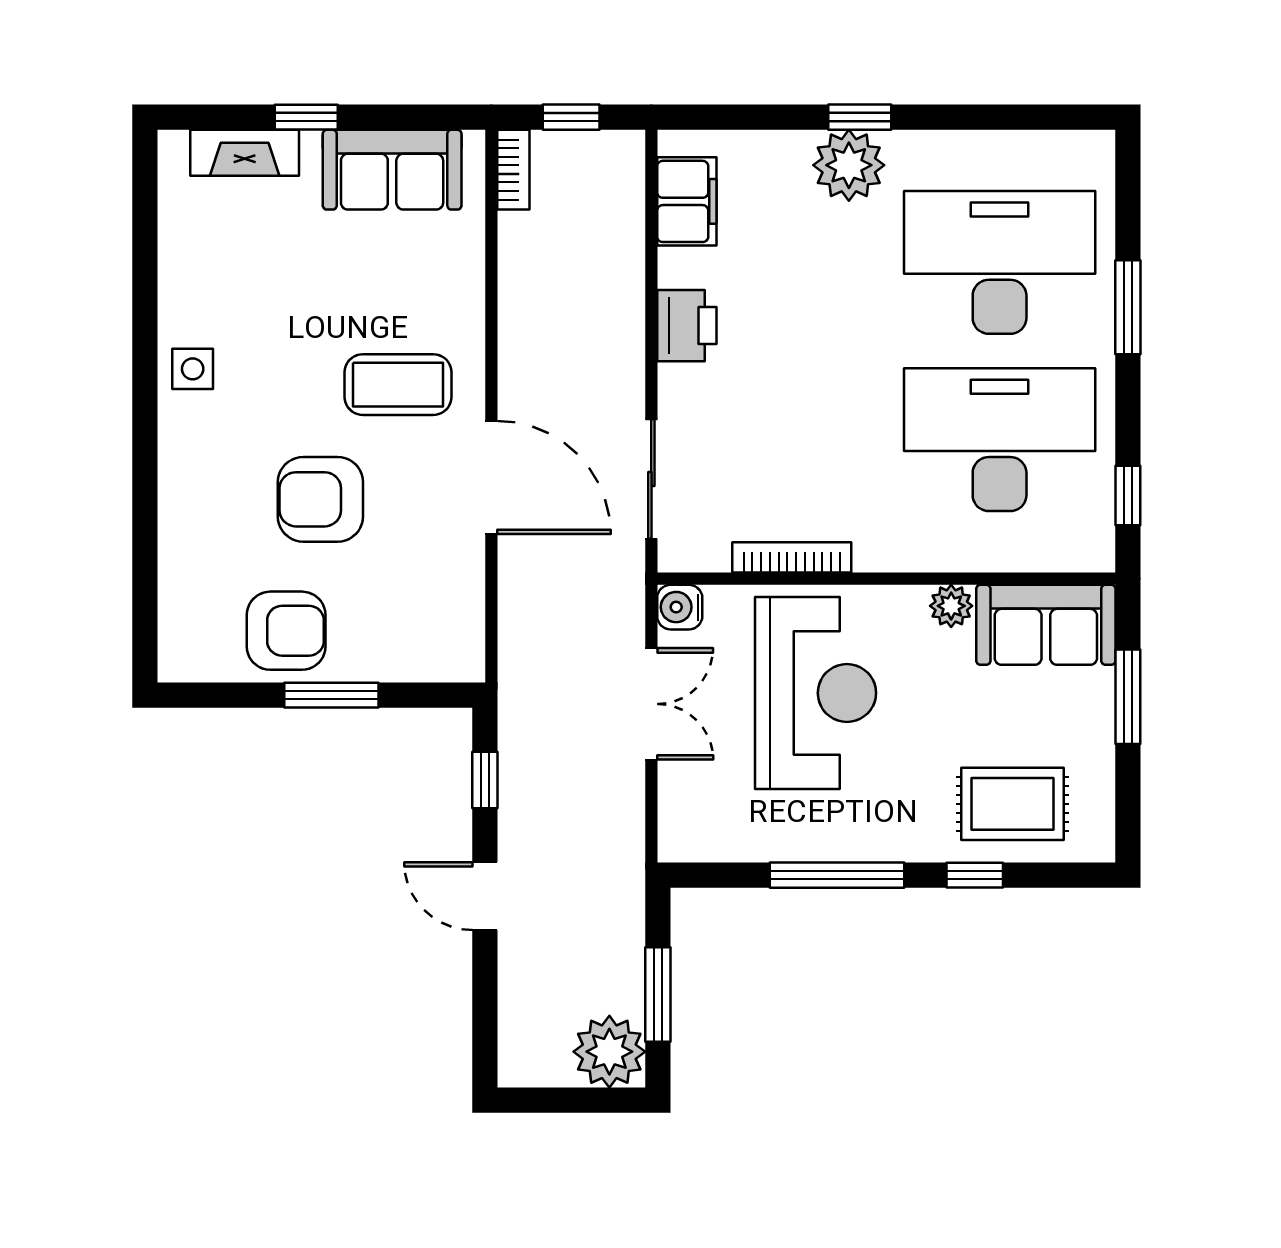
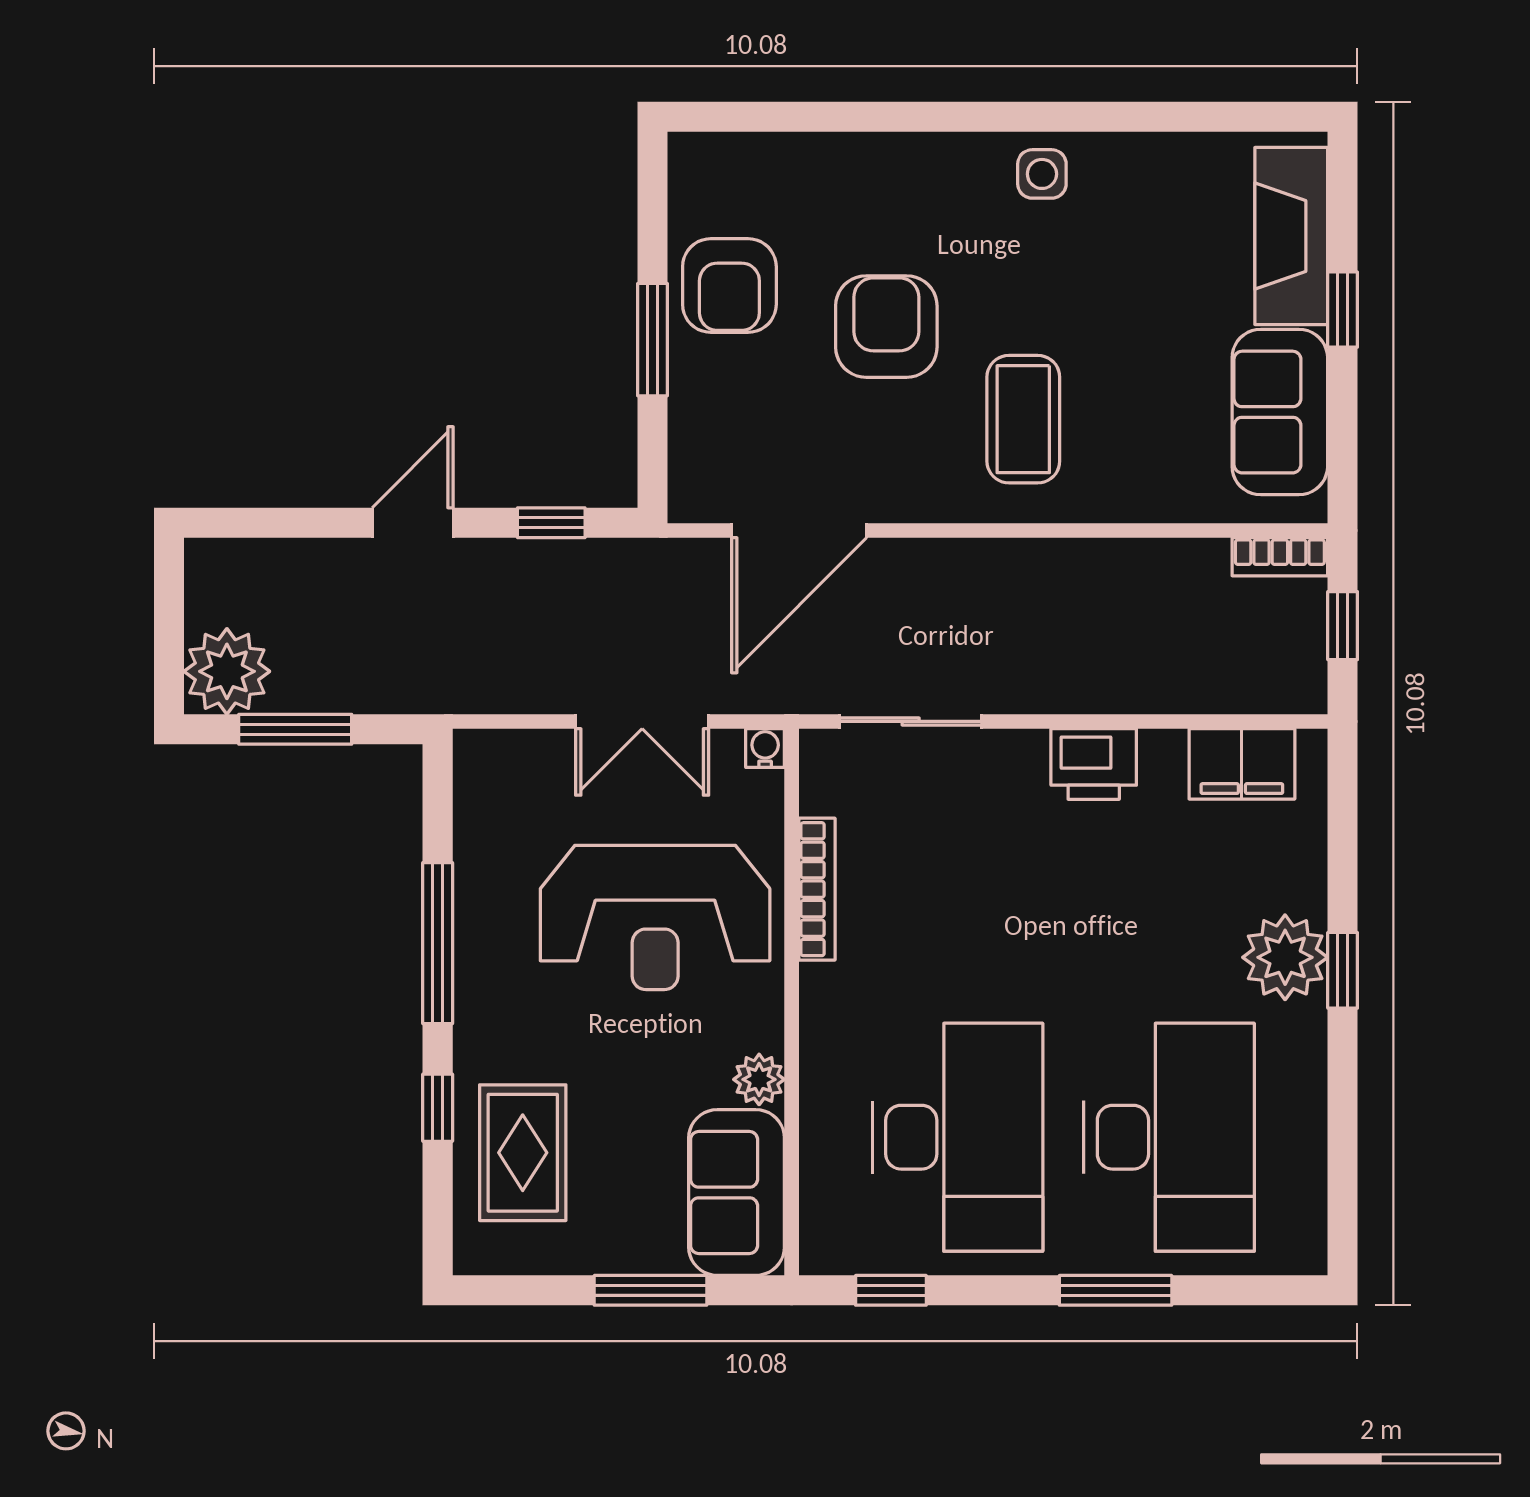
fireplace: (245, 153) -> (1291, 236), width x1.37, depth x1.32
door: (491, 477) -> (799, 530), moved
water cooler: (680, 607) -> (765, 748), width x0.72, depth x0.72

